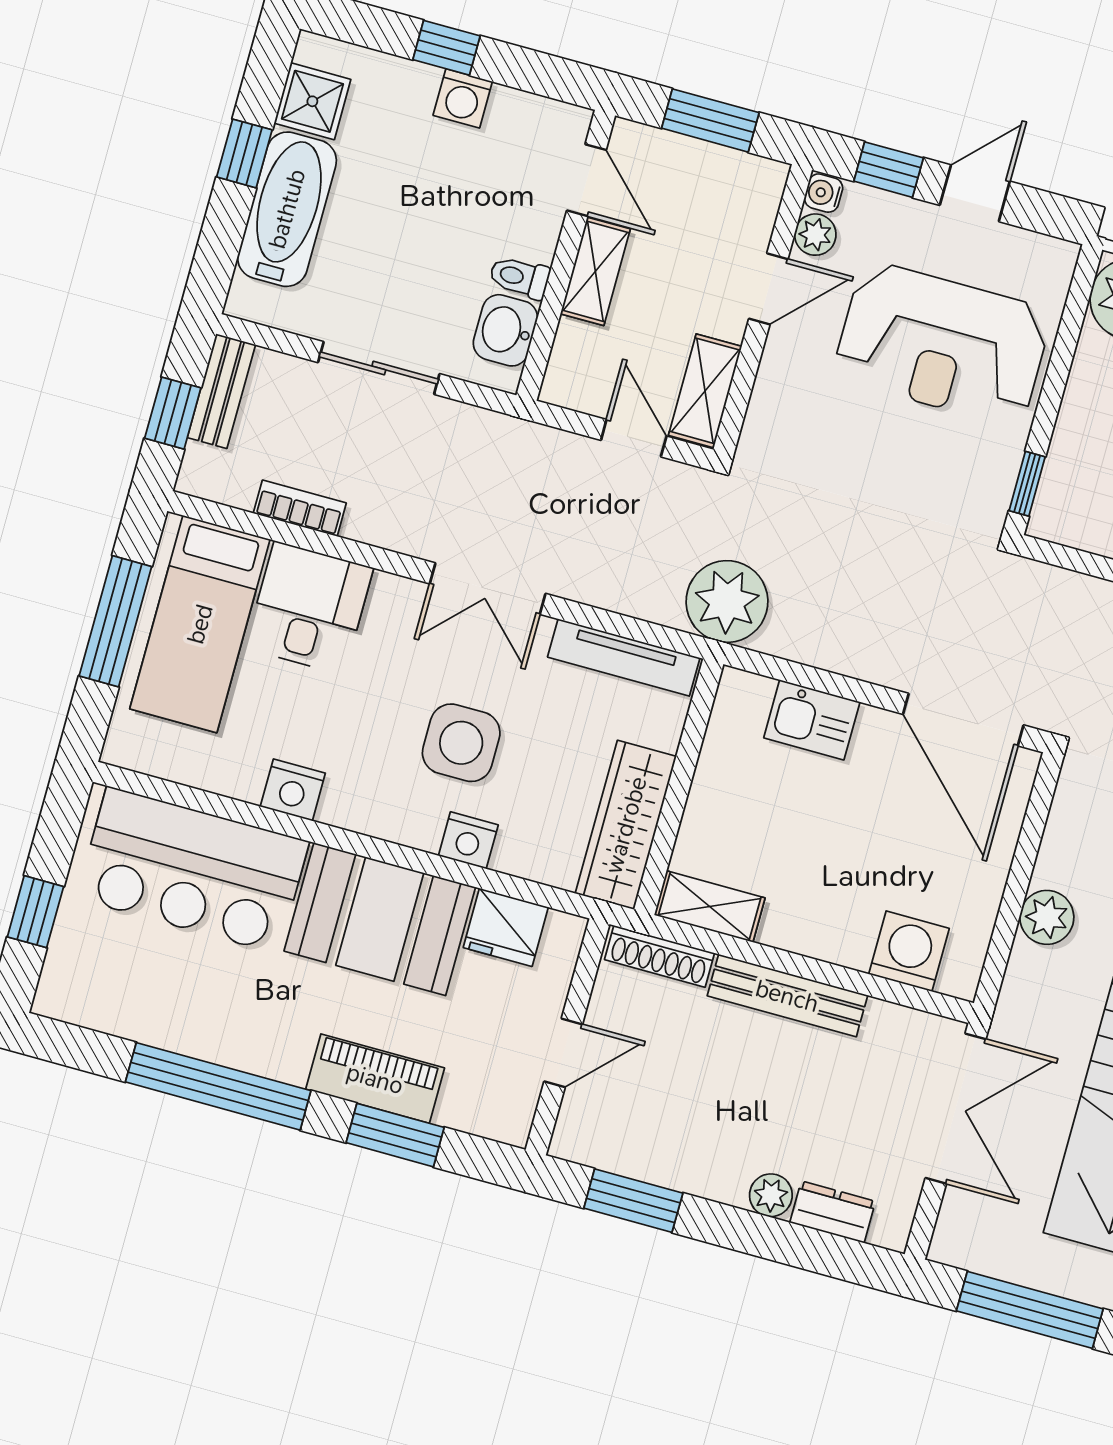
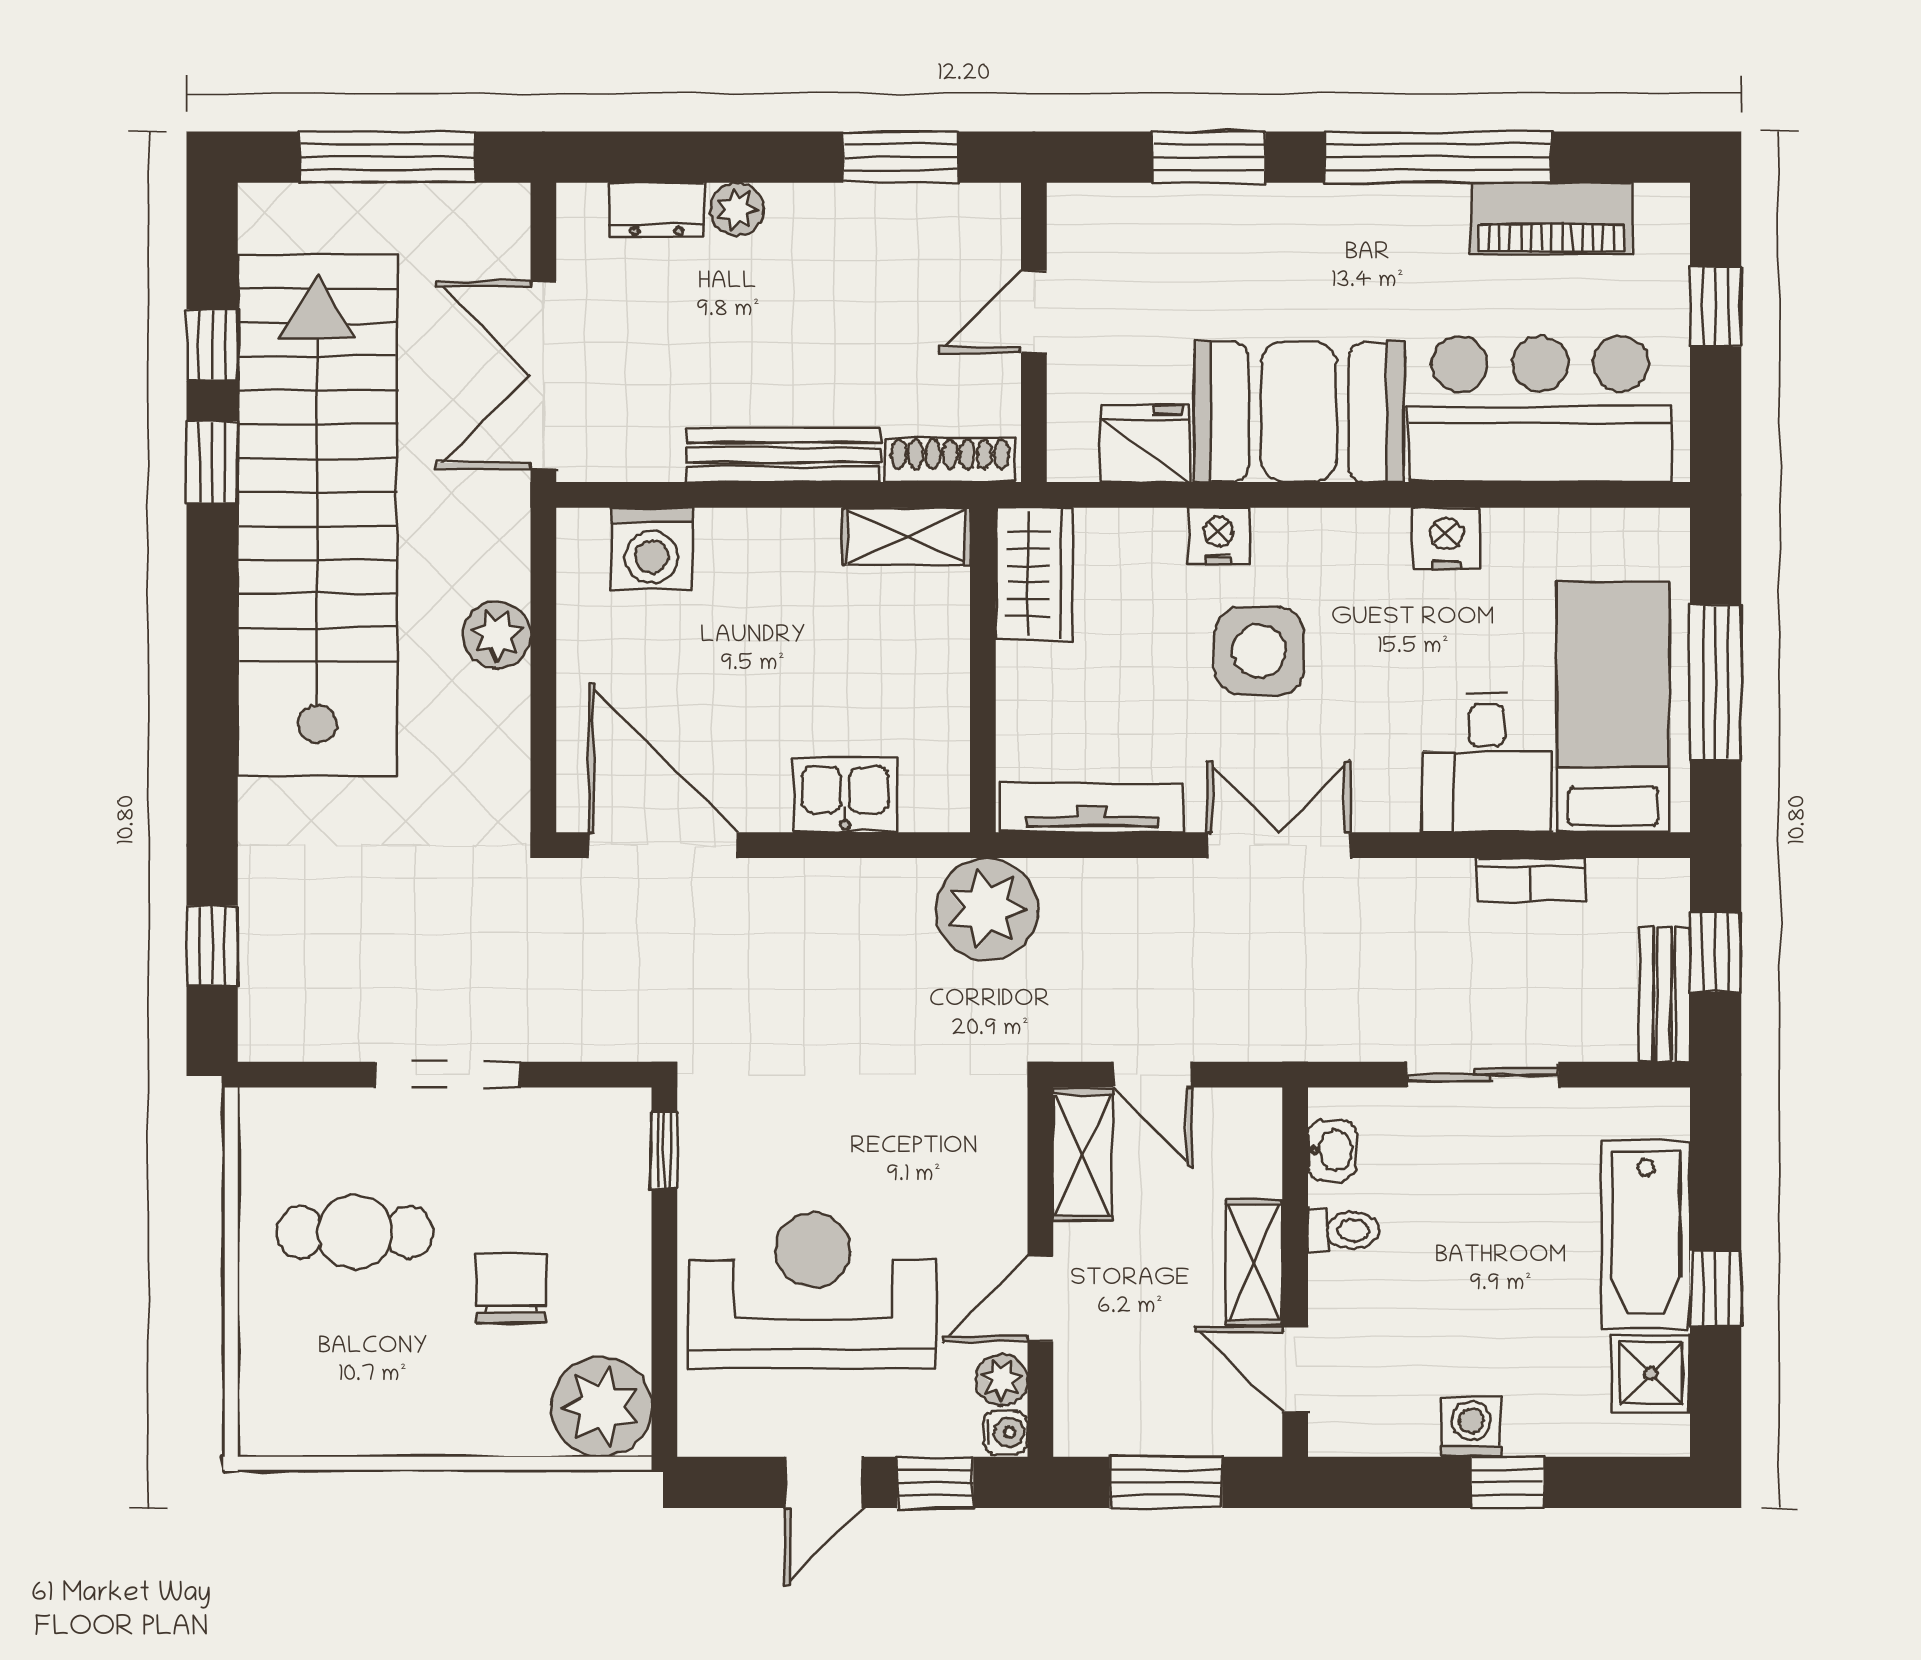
washbasin: (505, 330) -> (1332, 1150), width x0.72, depth x0.69
wardrobe: (626, 825) -> (1034, 574), width x0.67
piano: (375, 1079) -> (1551, 218), moved

